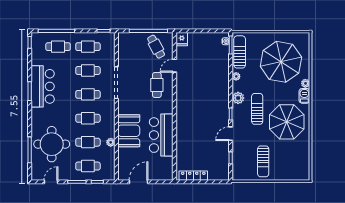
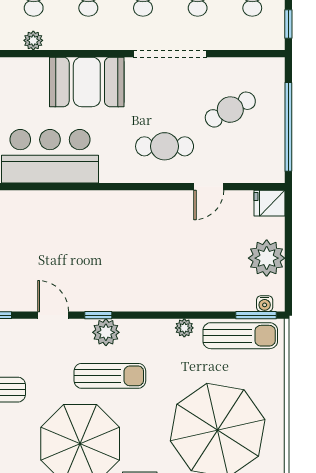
plant: (206, 40) -> (267, 258), added
cafe table: (156, 47) -> (230, 110), moved
door: (175, 66) -> (209, 187), swing flipped
plant: (238, 98) -> (106, 332), moved
booth: (129, 131) -> (87, 82), moved

